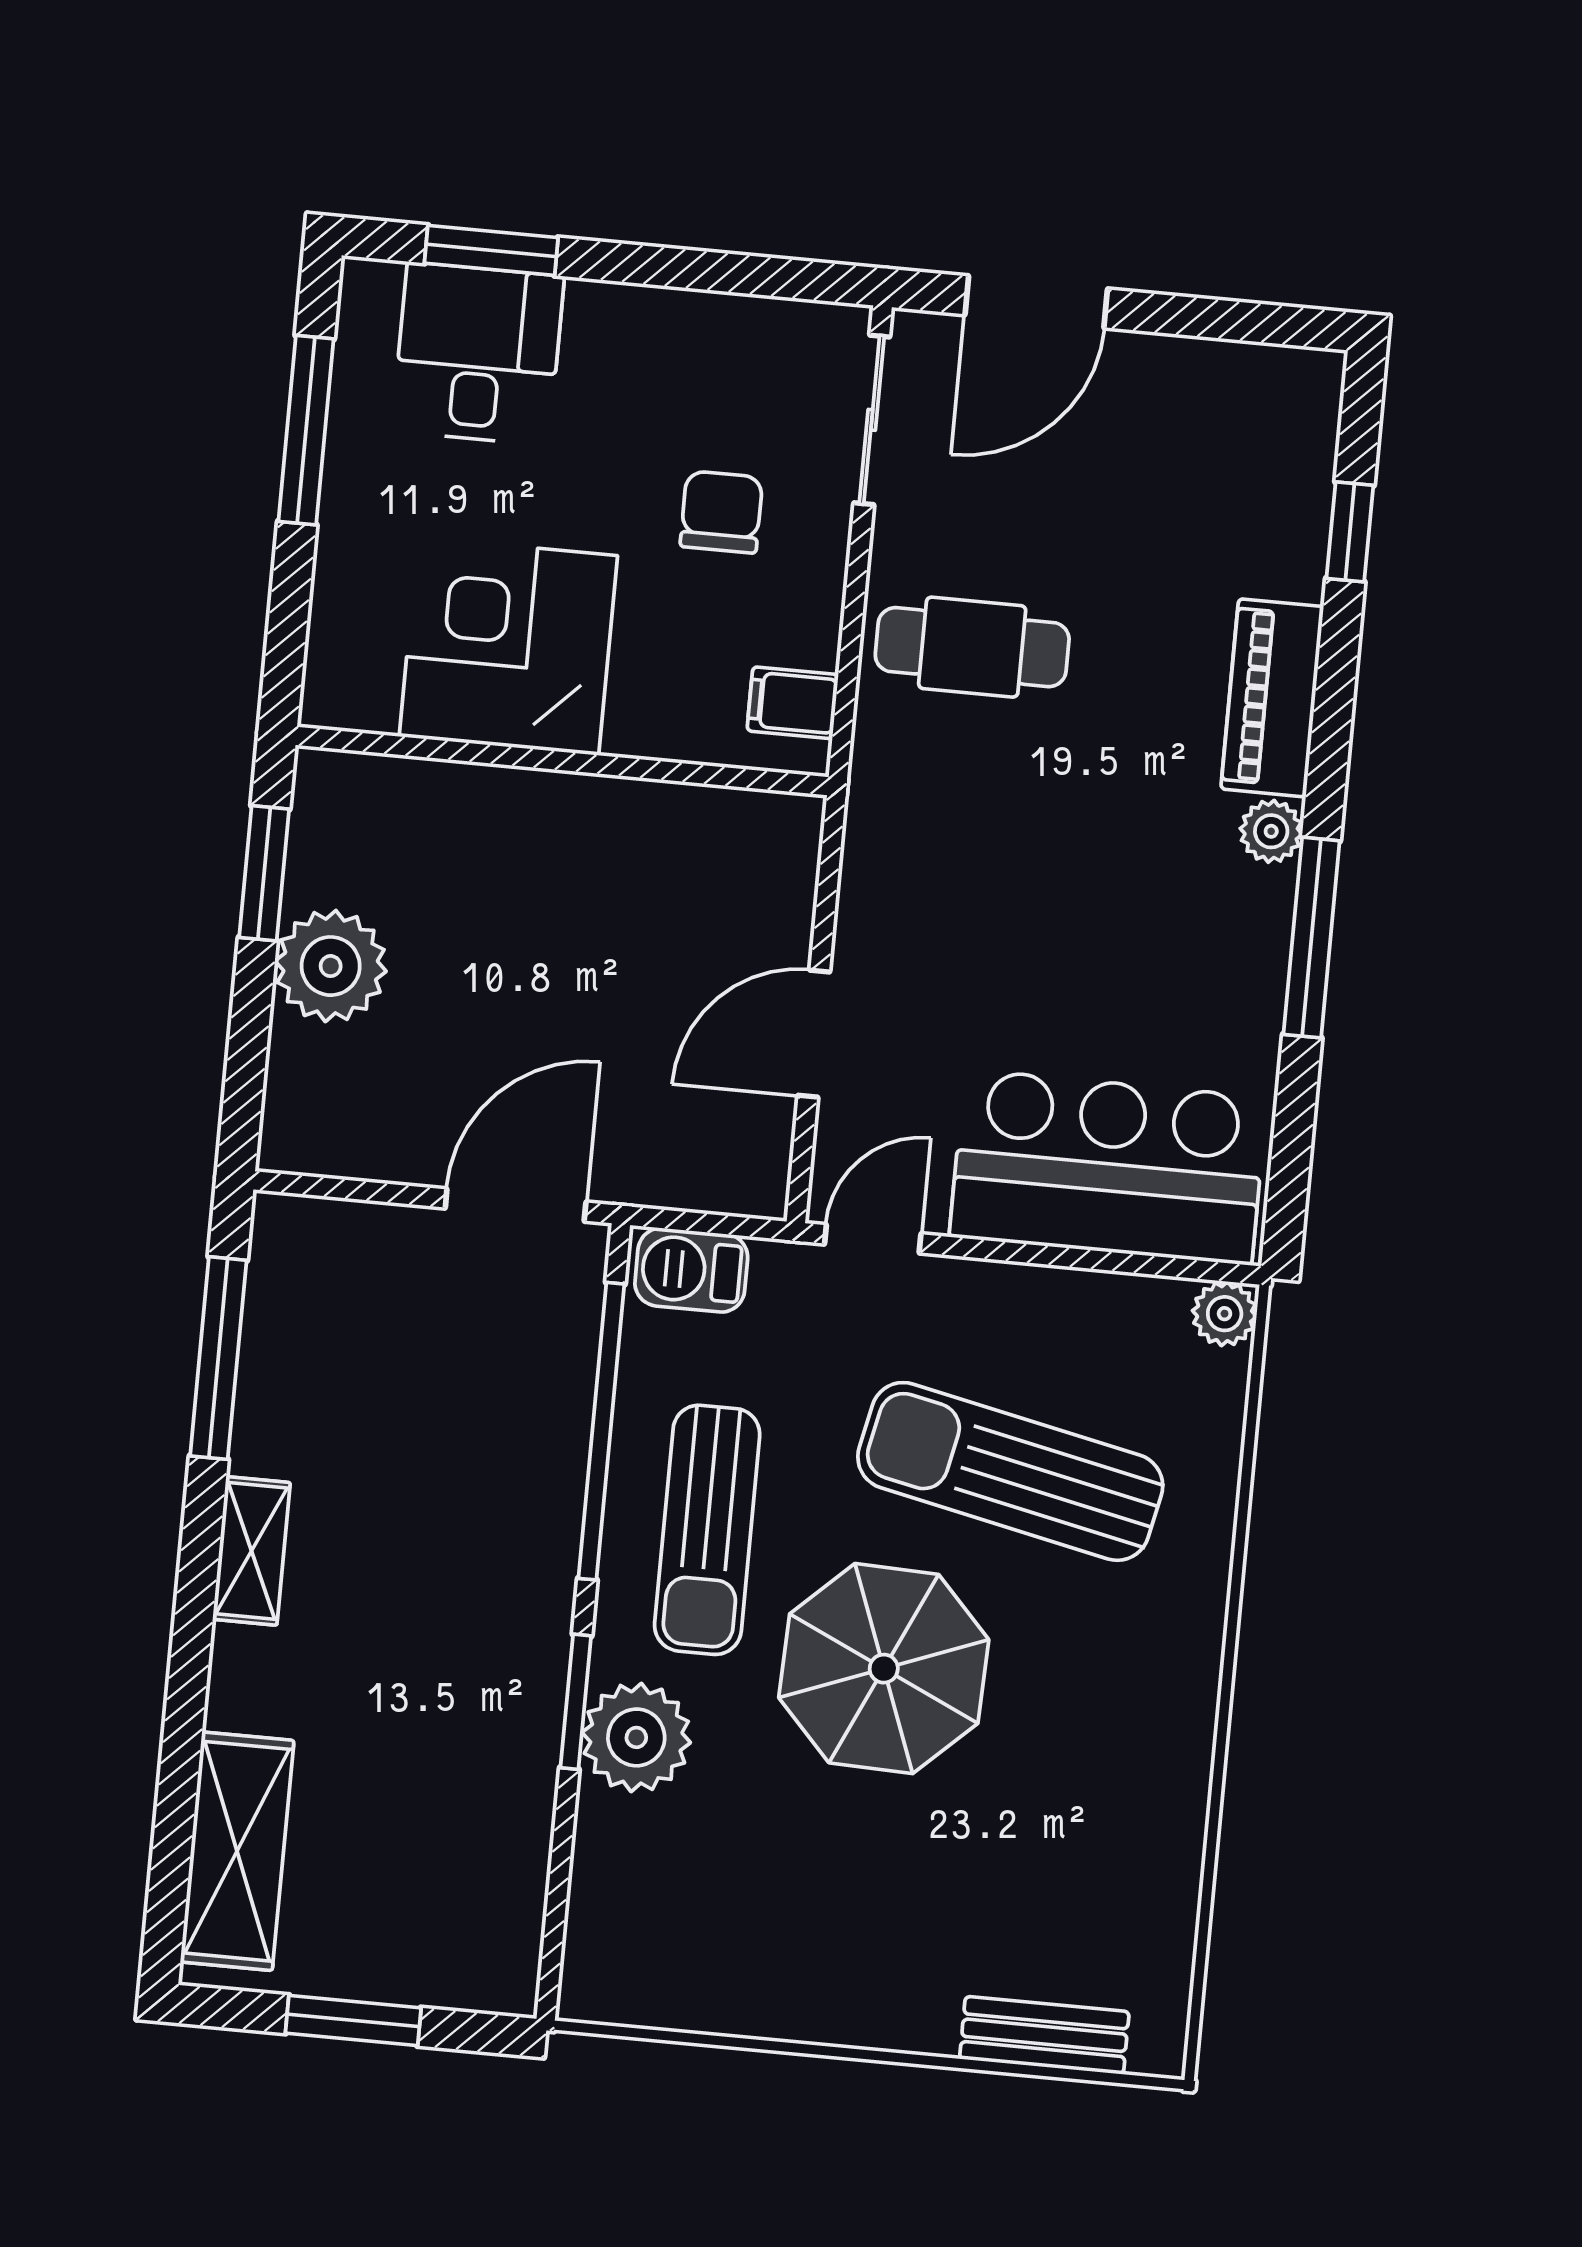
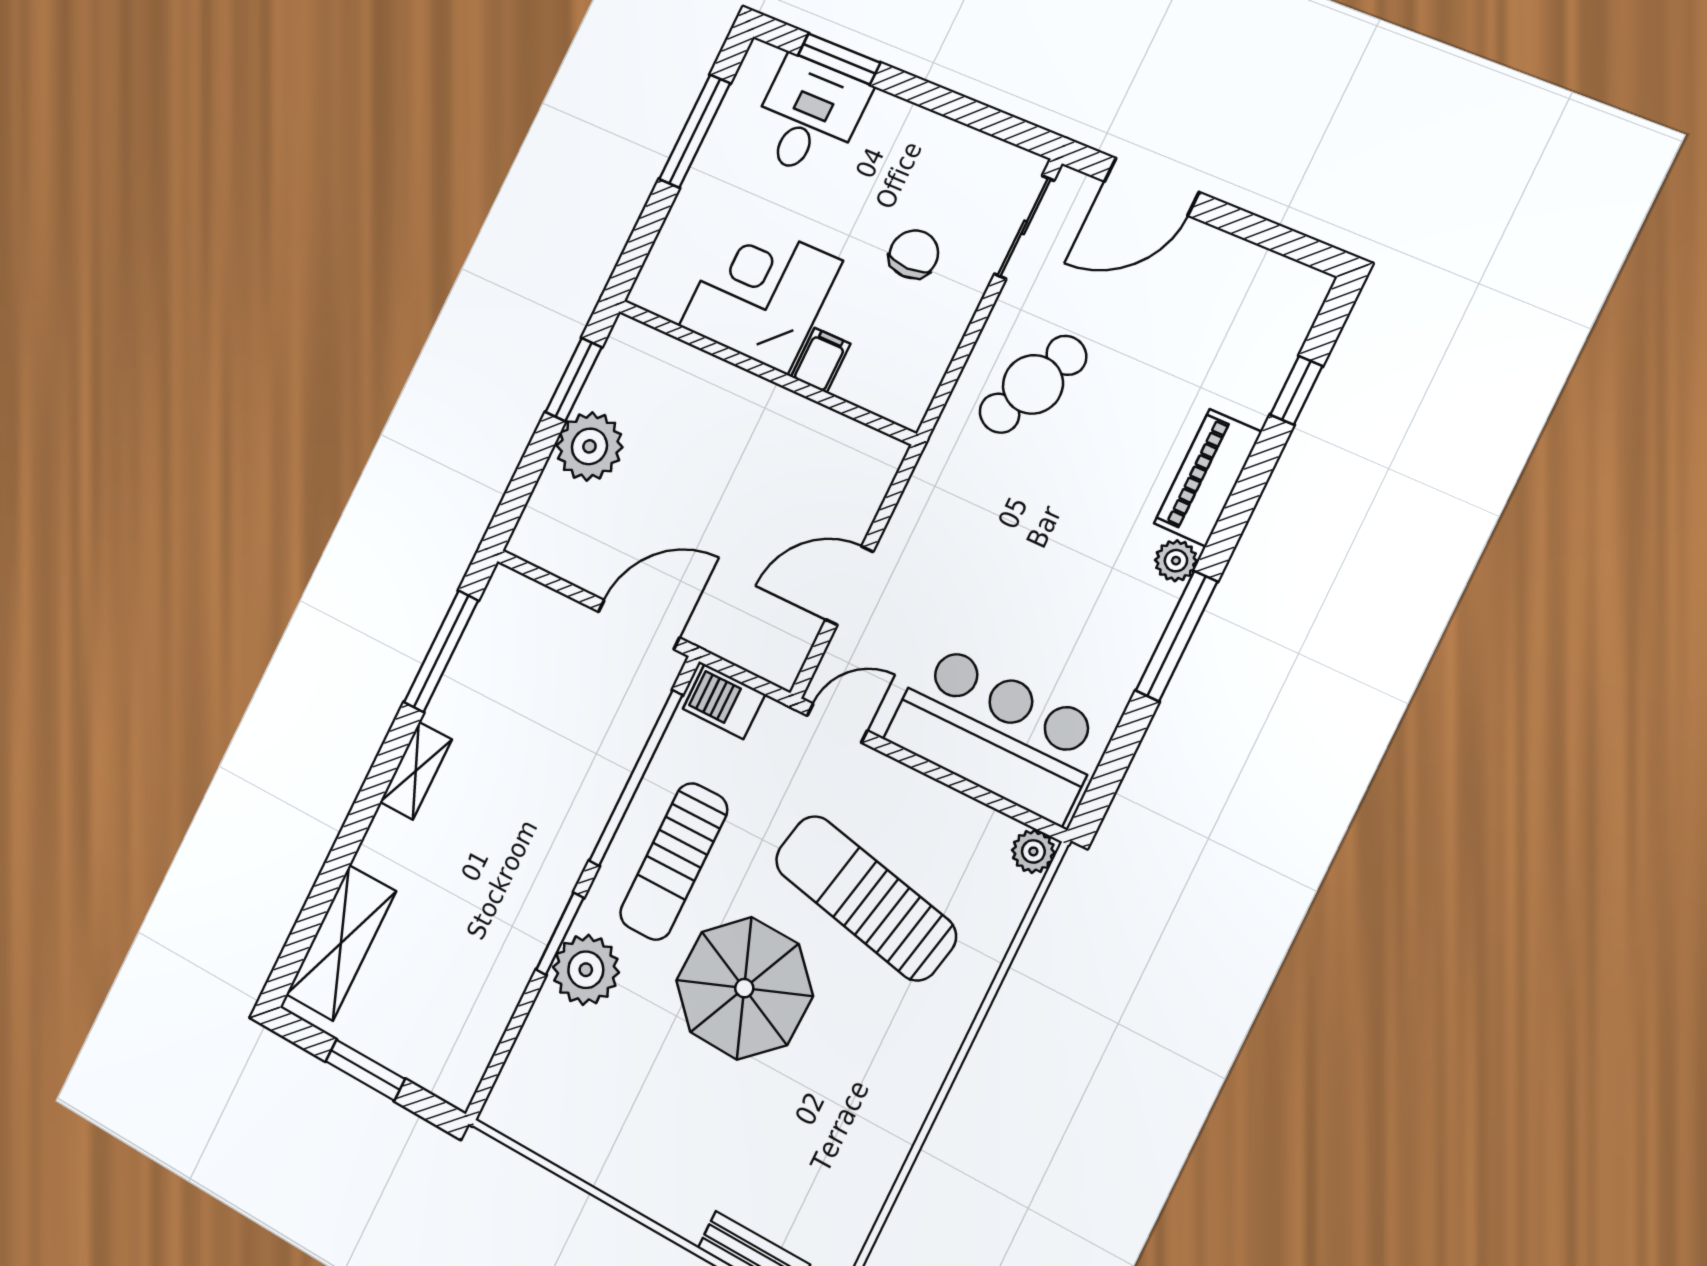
cafe table: (972, 647) -> (1033, 384), turned -66
filing cabinet: (793, 703) -> (821, 360), moved, turned 90

